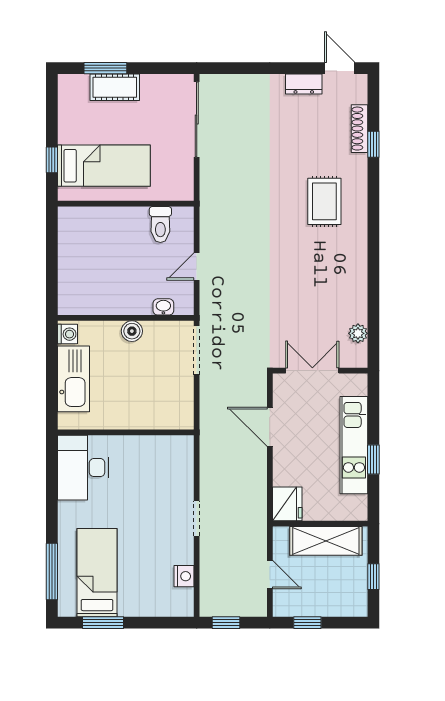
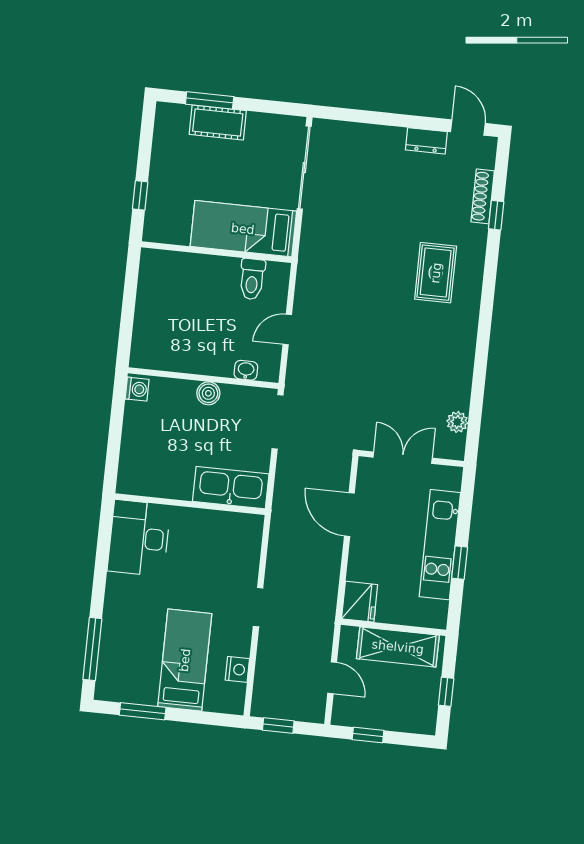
bed: (104, 166) -> (243, 229), moved, turned 180
kitchen sink: (74, 379) -> (231, 488), moved, turned -90
bed: (97, 573) -> (185, 660), moved

